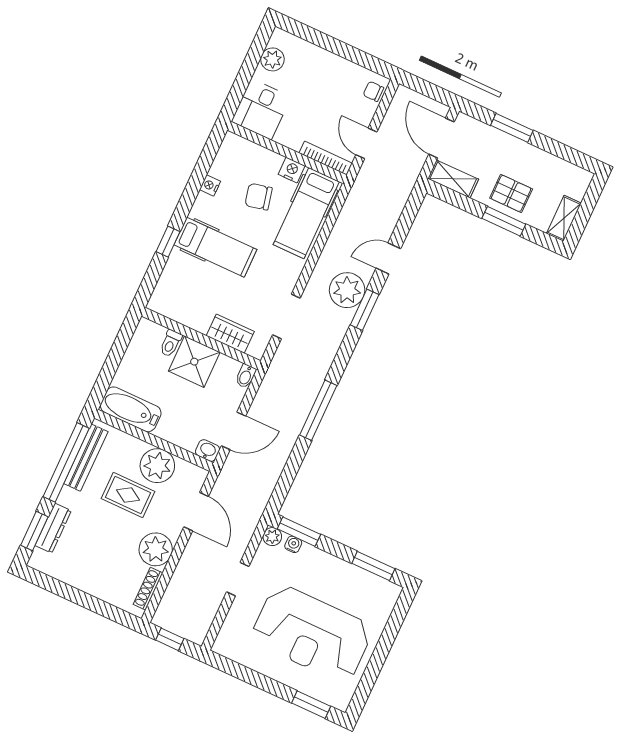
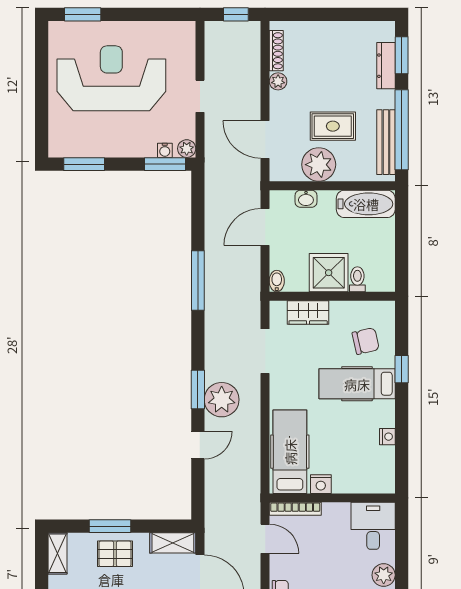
chair: (259, 197) -> (366, 341), moved
washbasin: (208, 450) -> (306, 199), moved
plant: (156, 549) -> (278, 81), width x0.53, depth x0.53

